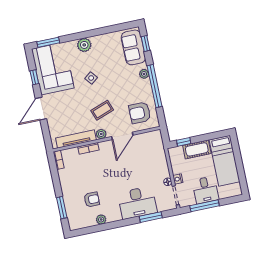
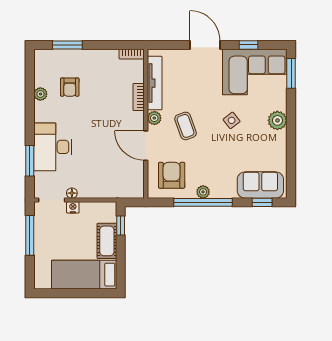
plant: (144, 74) -> (203, 192), moved
desk: (205, 190) -> (51, 241), removed

